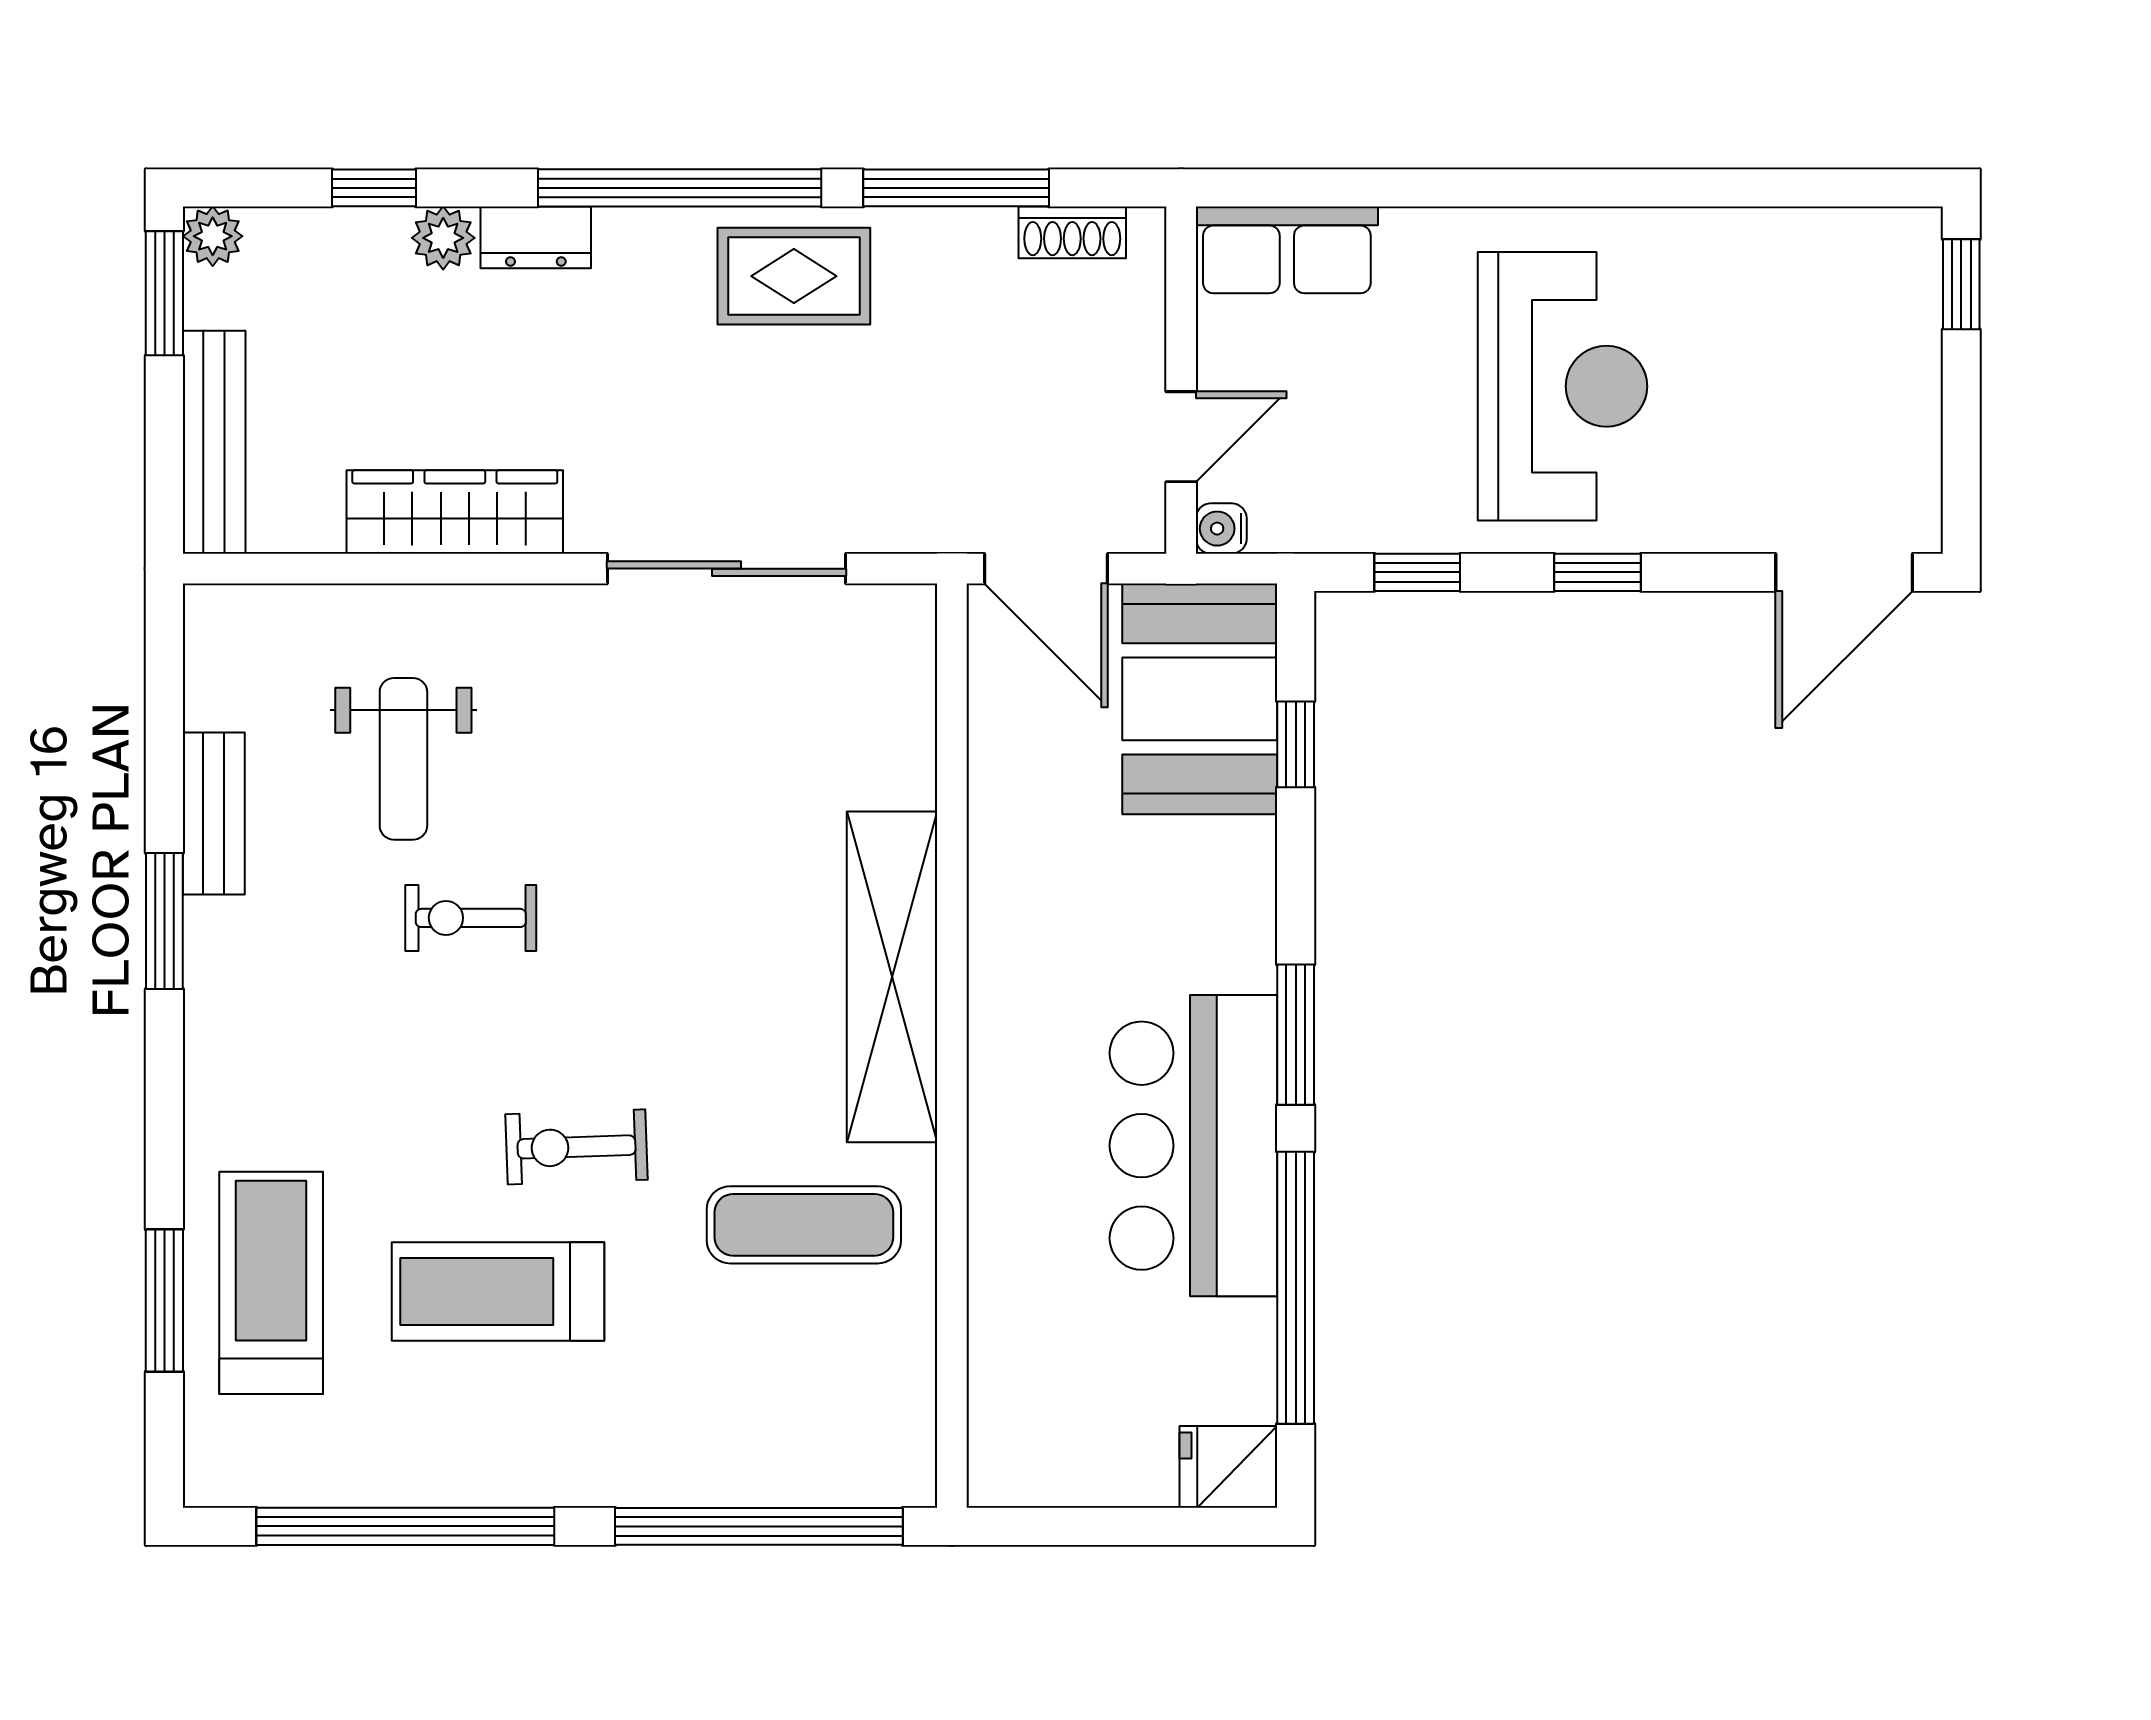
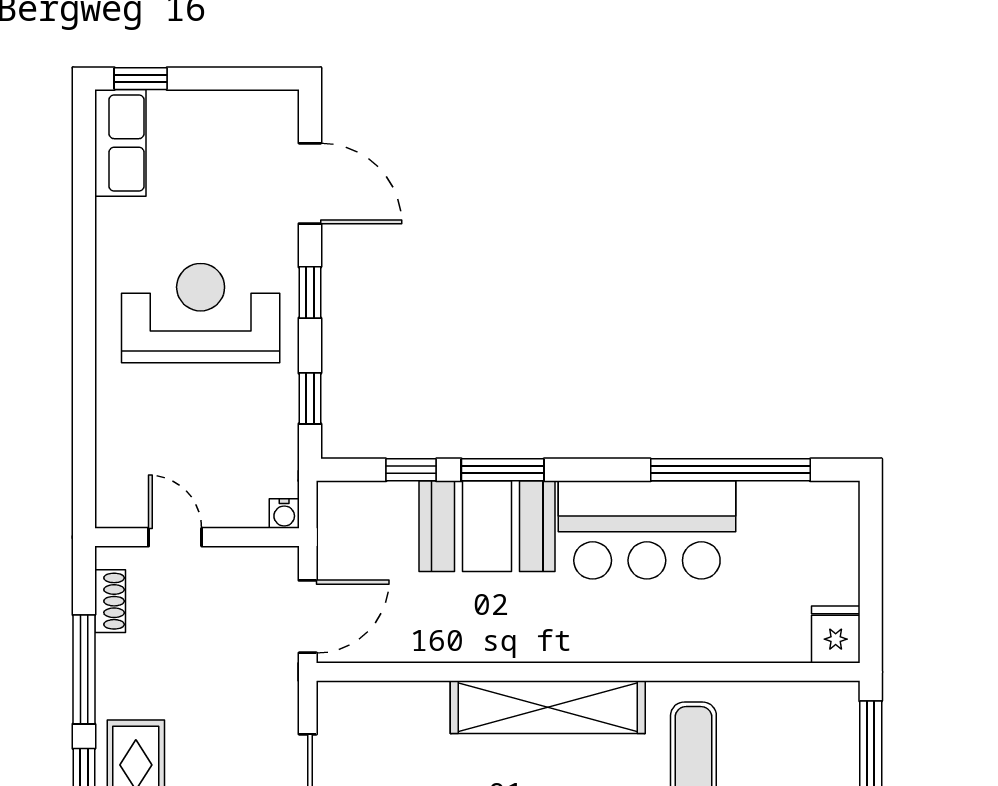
row of seats: (1287, 250) -> (120, 143), moved
door: (1181, 437) -> (175, 537), moved
door: (1844, 572) -> (310, 183), moved
booth: (1200, 699) -> (487, 526), moved
window: (1296, 1035) -> (503, 470), moved
fridge: (1228, 1467) -> (836, 635), moved, turned 180

